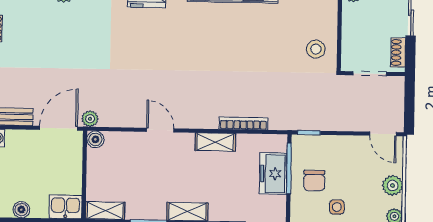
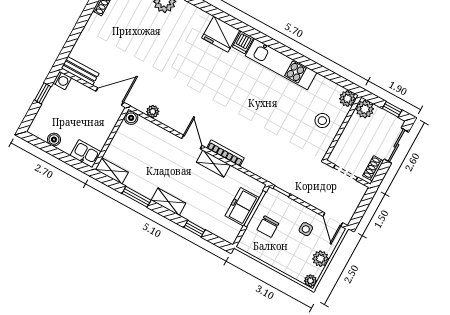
stool: (316, 49) -> (322, 121), moved
plant: (90, 119) -> (153, 111), moved
bookcase: (243, 123) -> (225, 153), moved
door: (160, 130) -> (192, 142), moved
side table: (337, 207) -> (306, 229), moved

